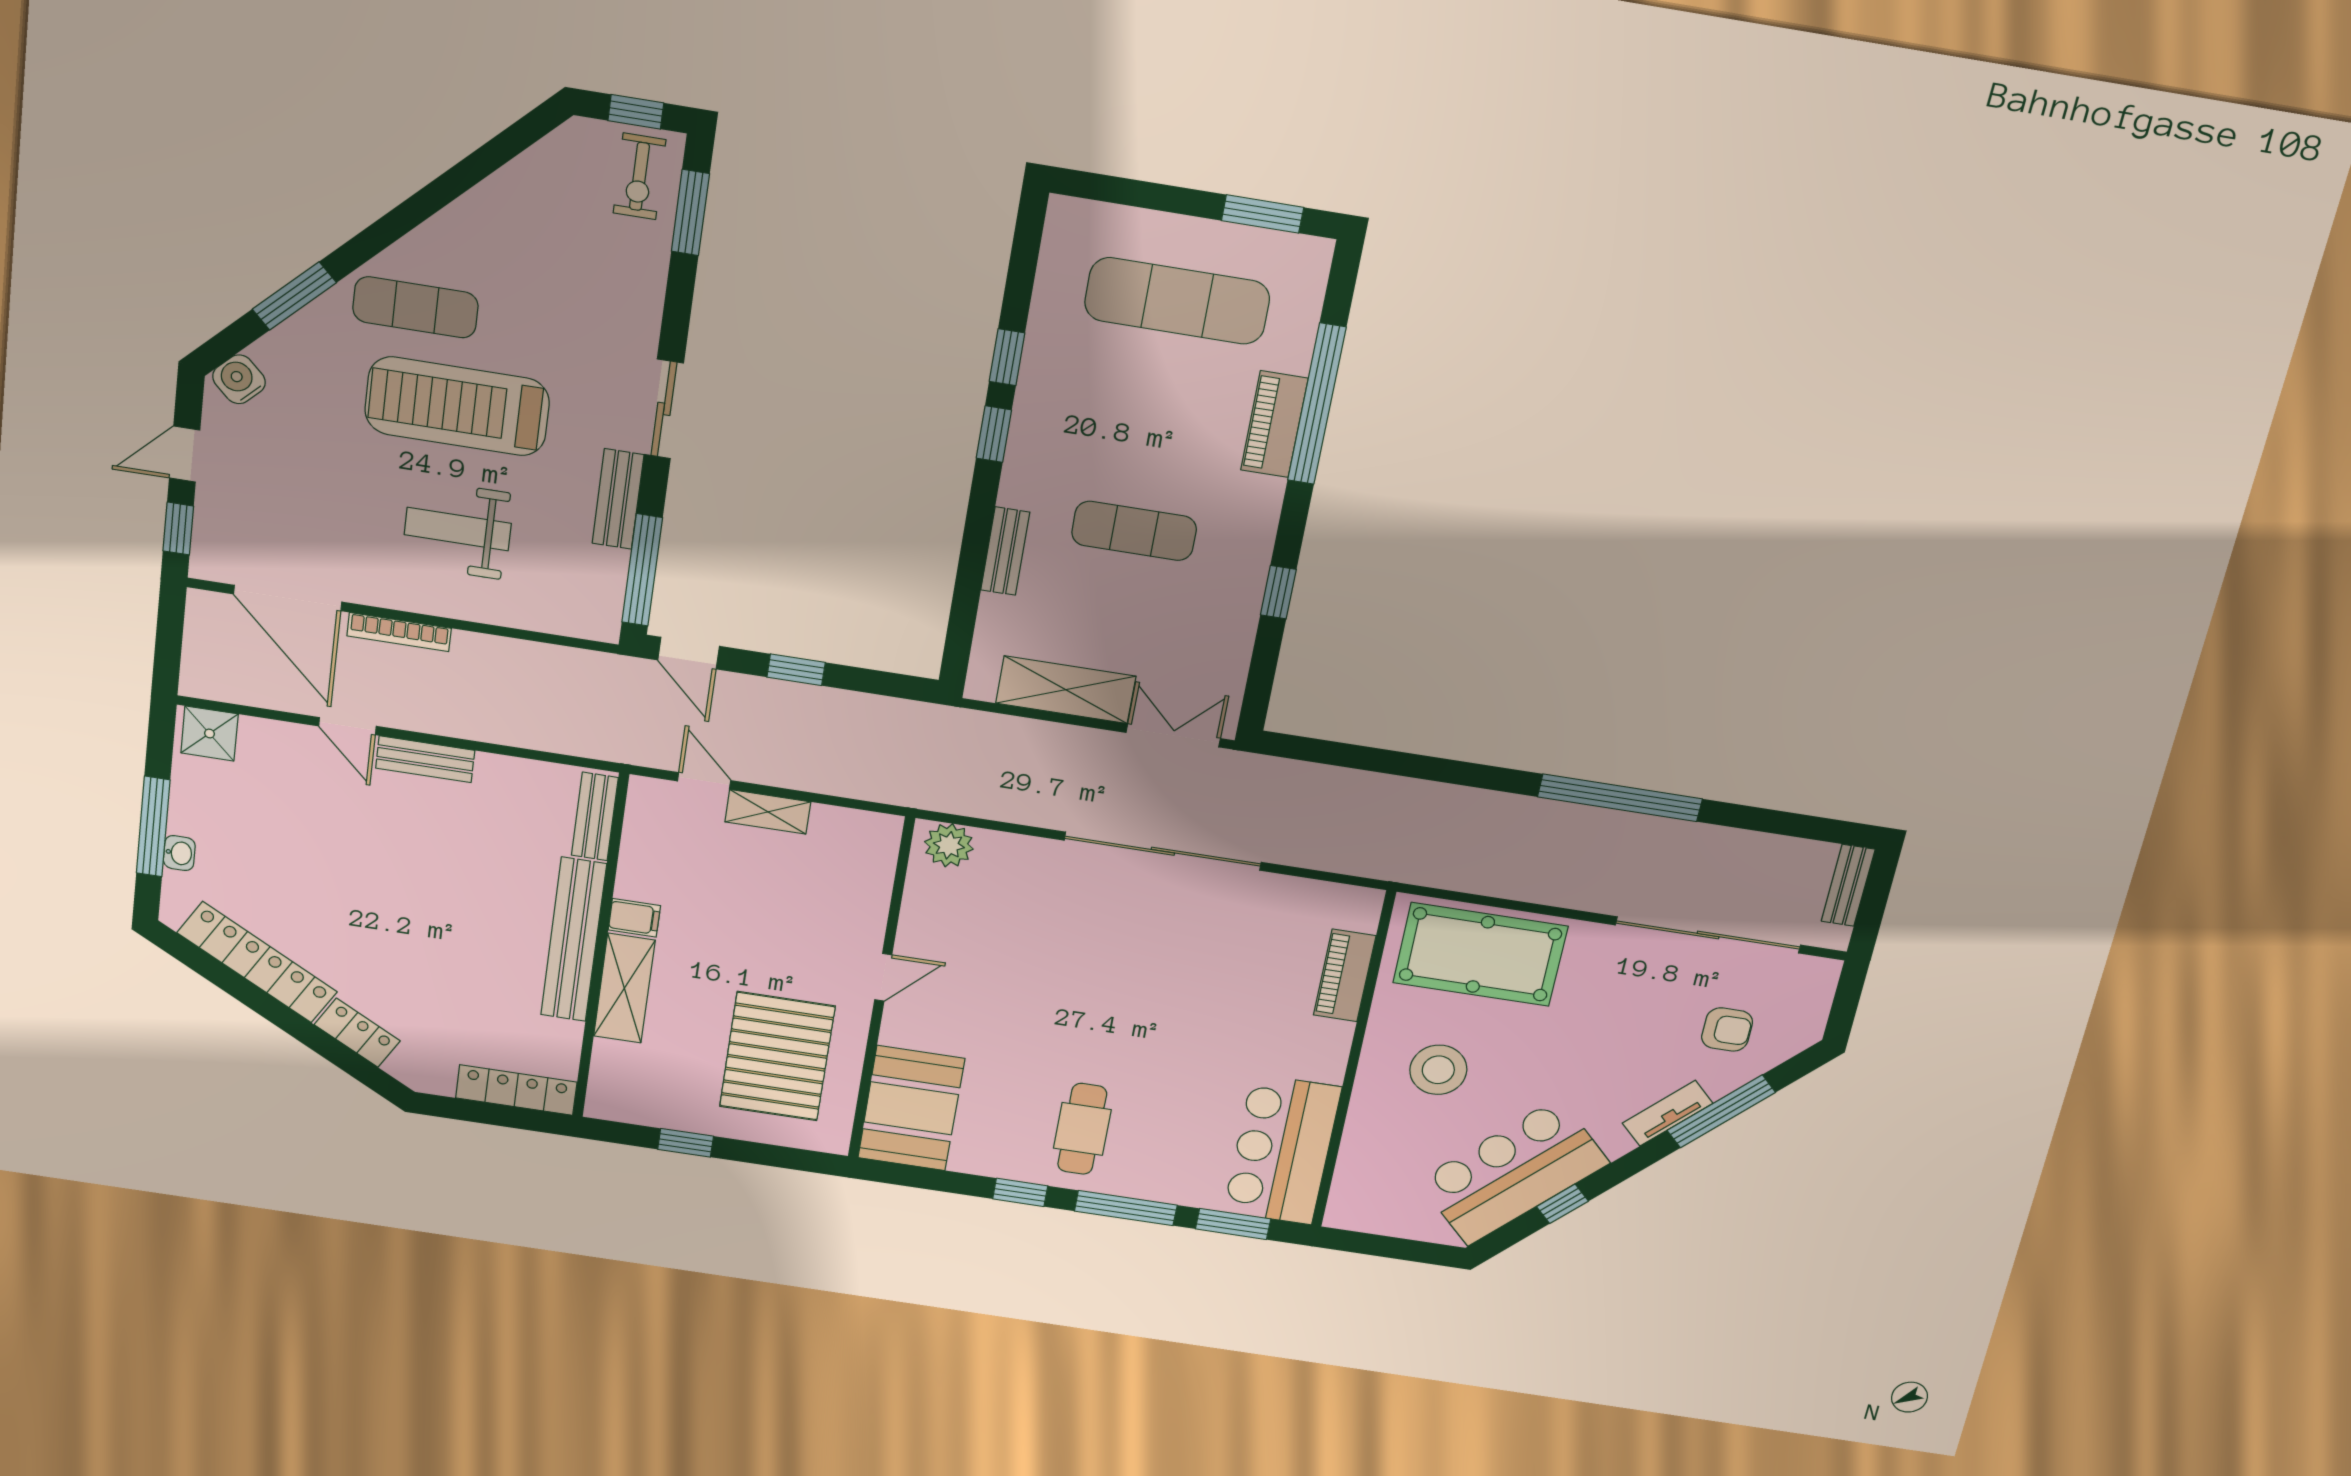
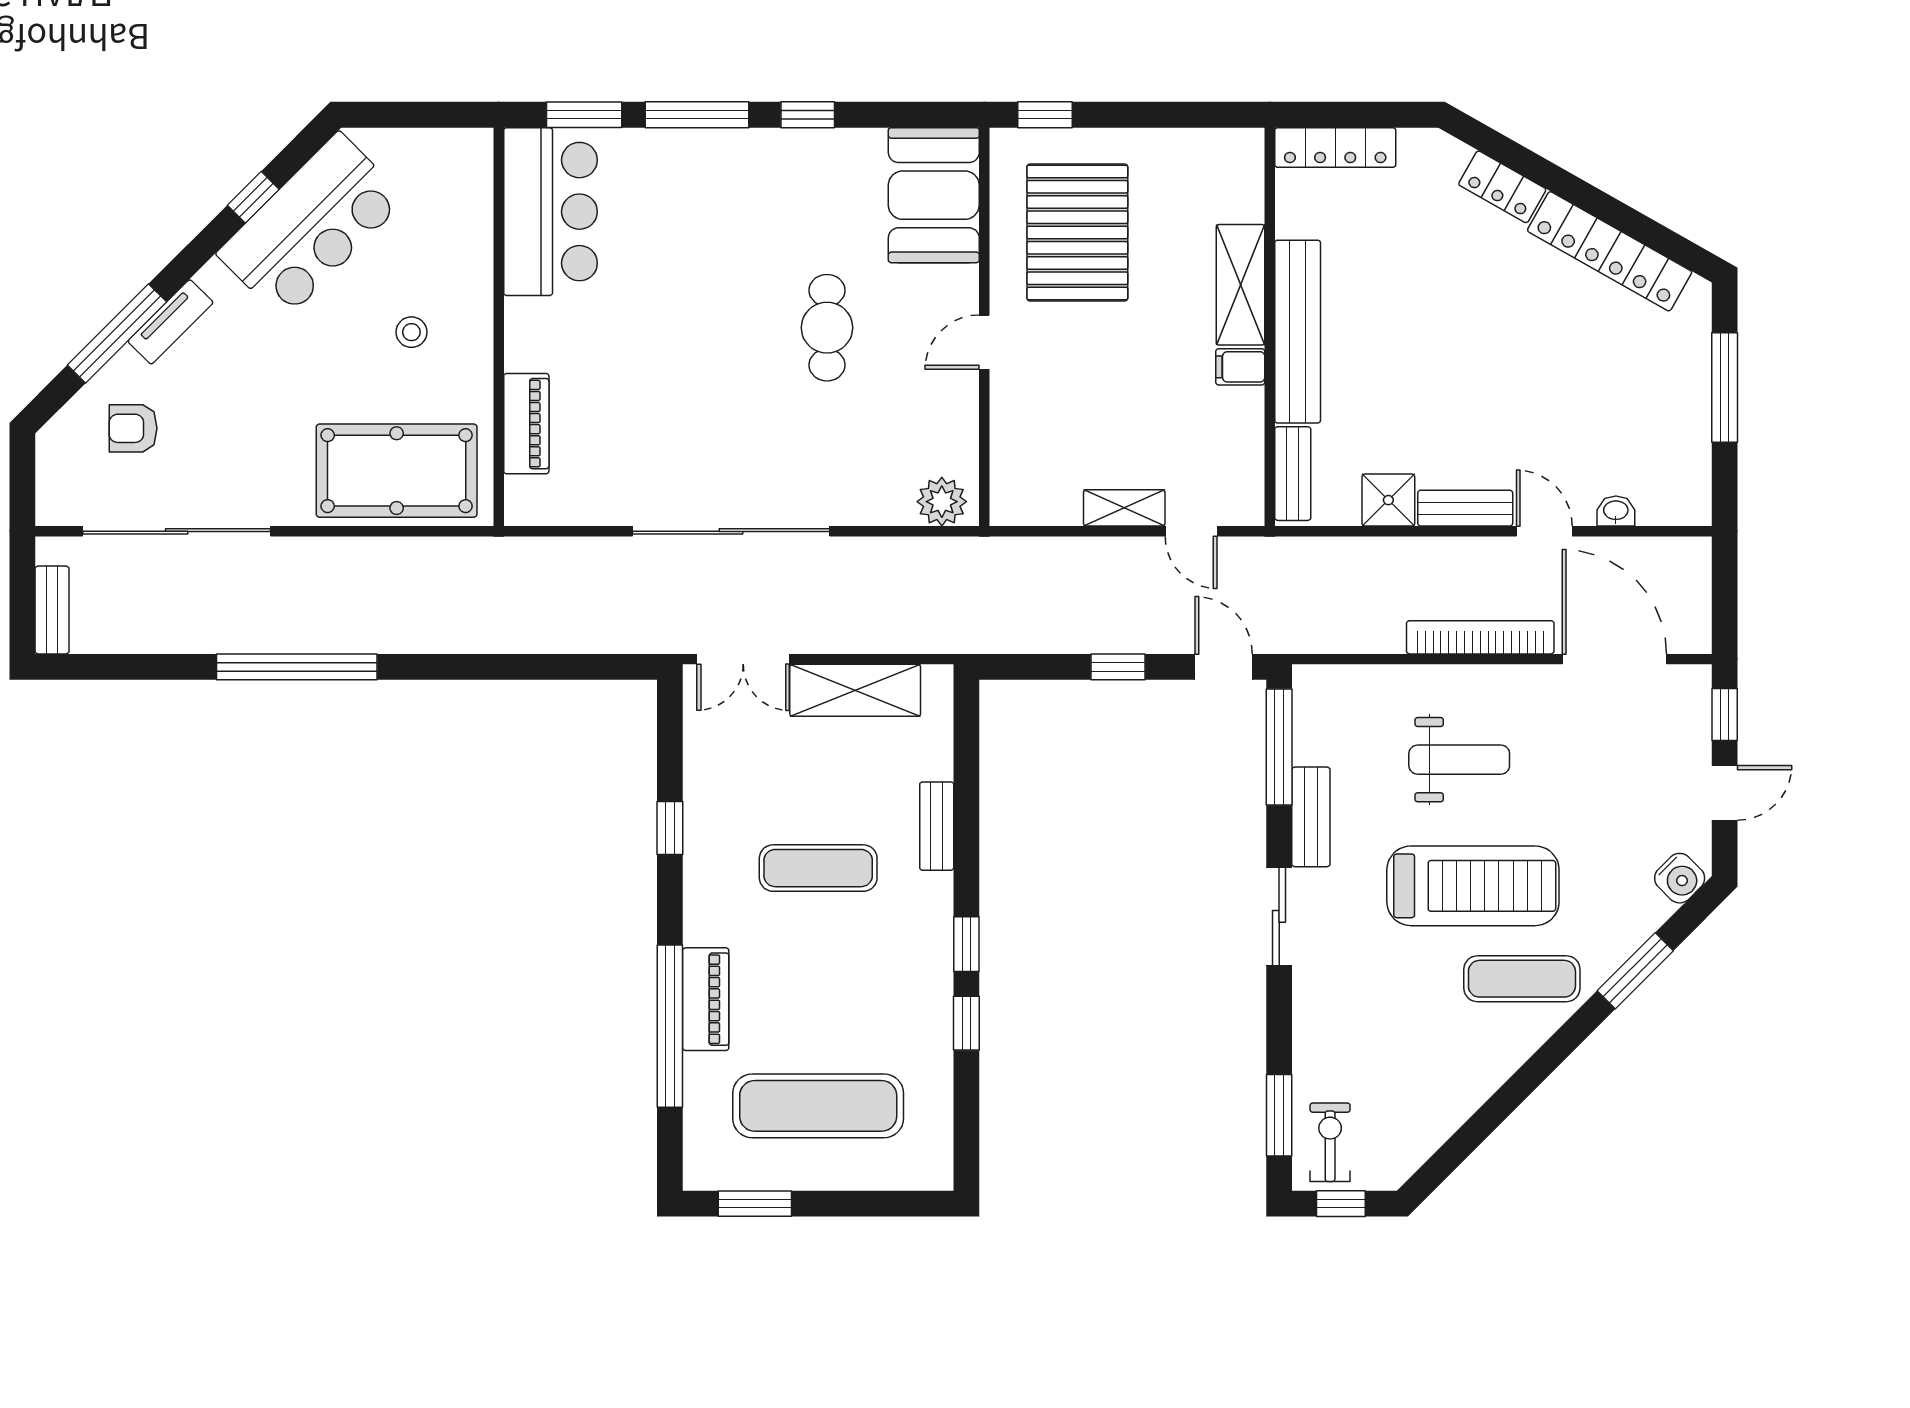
bookcase: (399, 632) -> (1480, 637), width x1.48, depth x1.31
shower: (210, 734) -> (1388, 500), moved
washbasin: (179, 853) -> (1616, 511), moved, turned 90
stool: (1438, 1070) -> (411, 332), width x0.53, depth x0.53
cafe table: (1082, 1129) -> (827, 328), moved
window: (686, 1143) -> (1045, 115), moved

